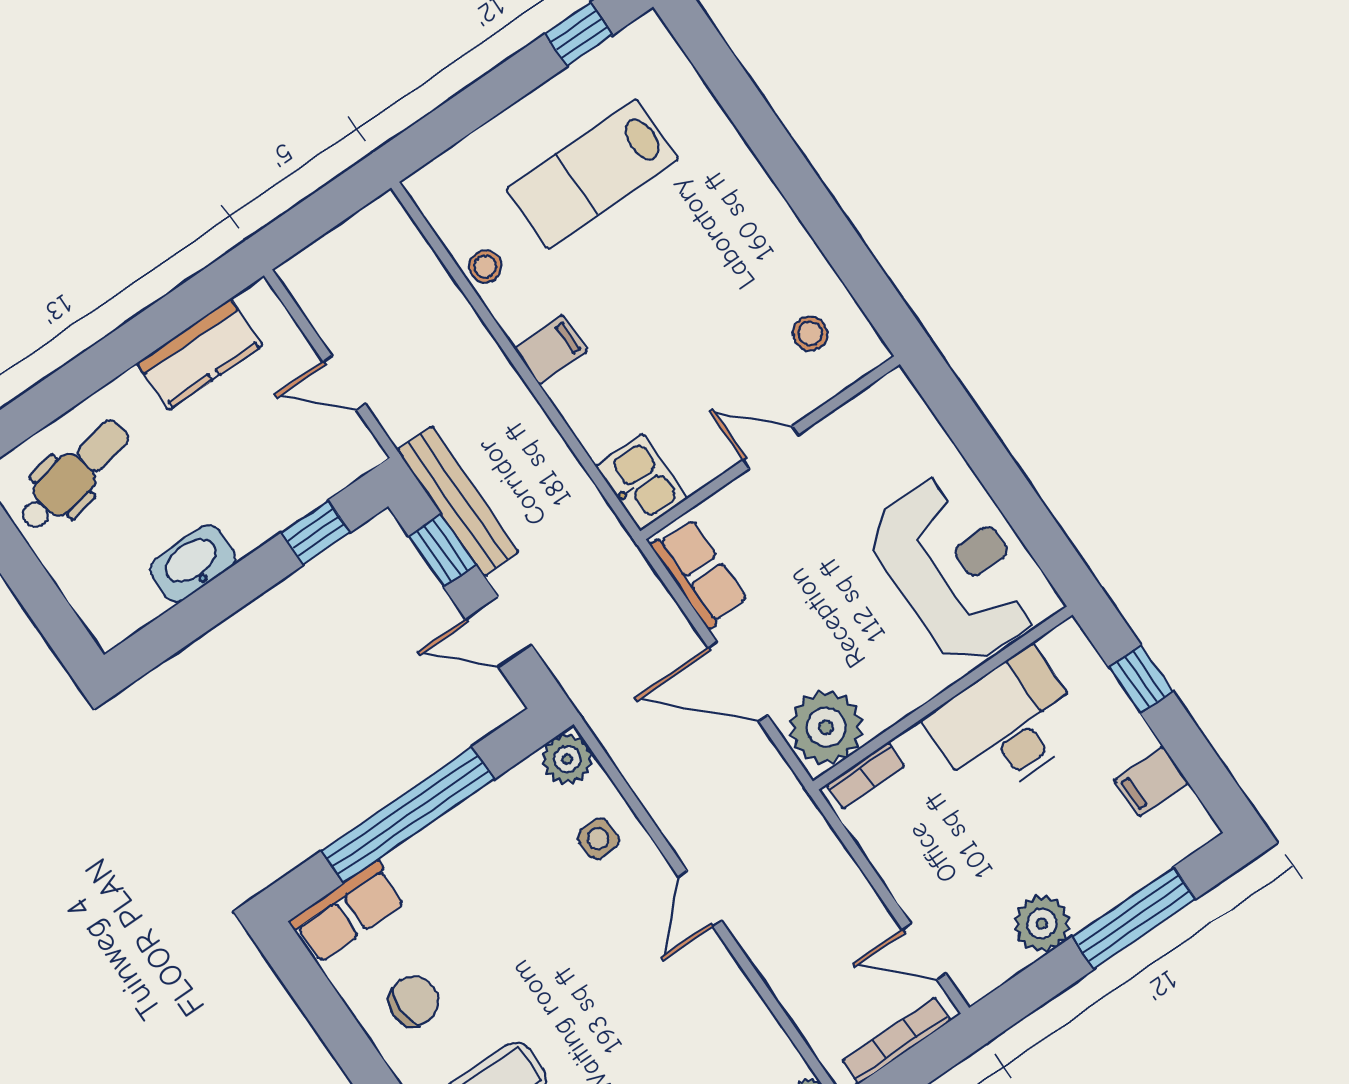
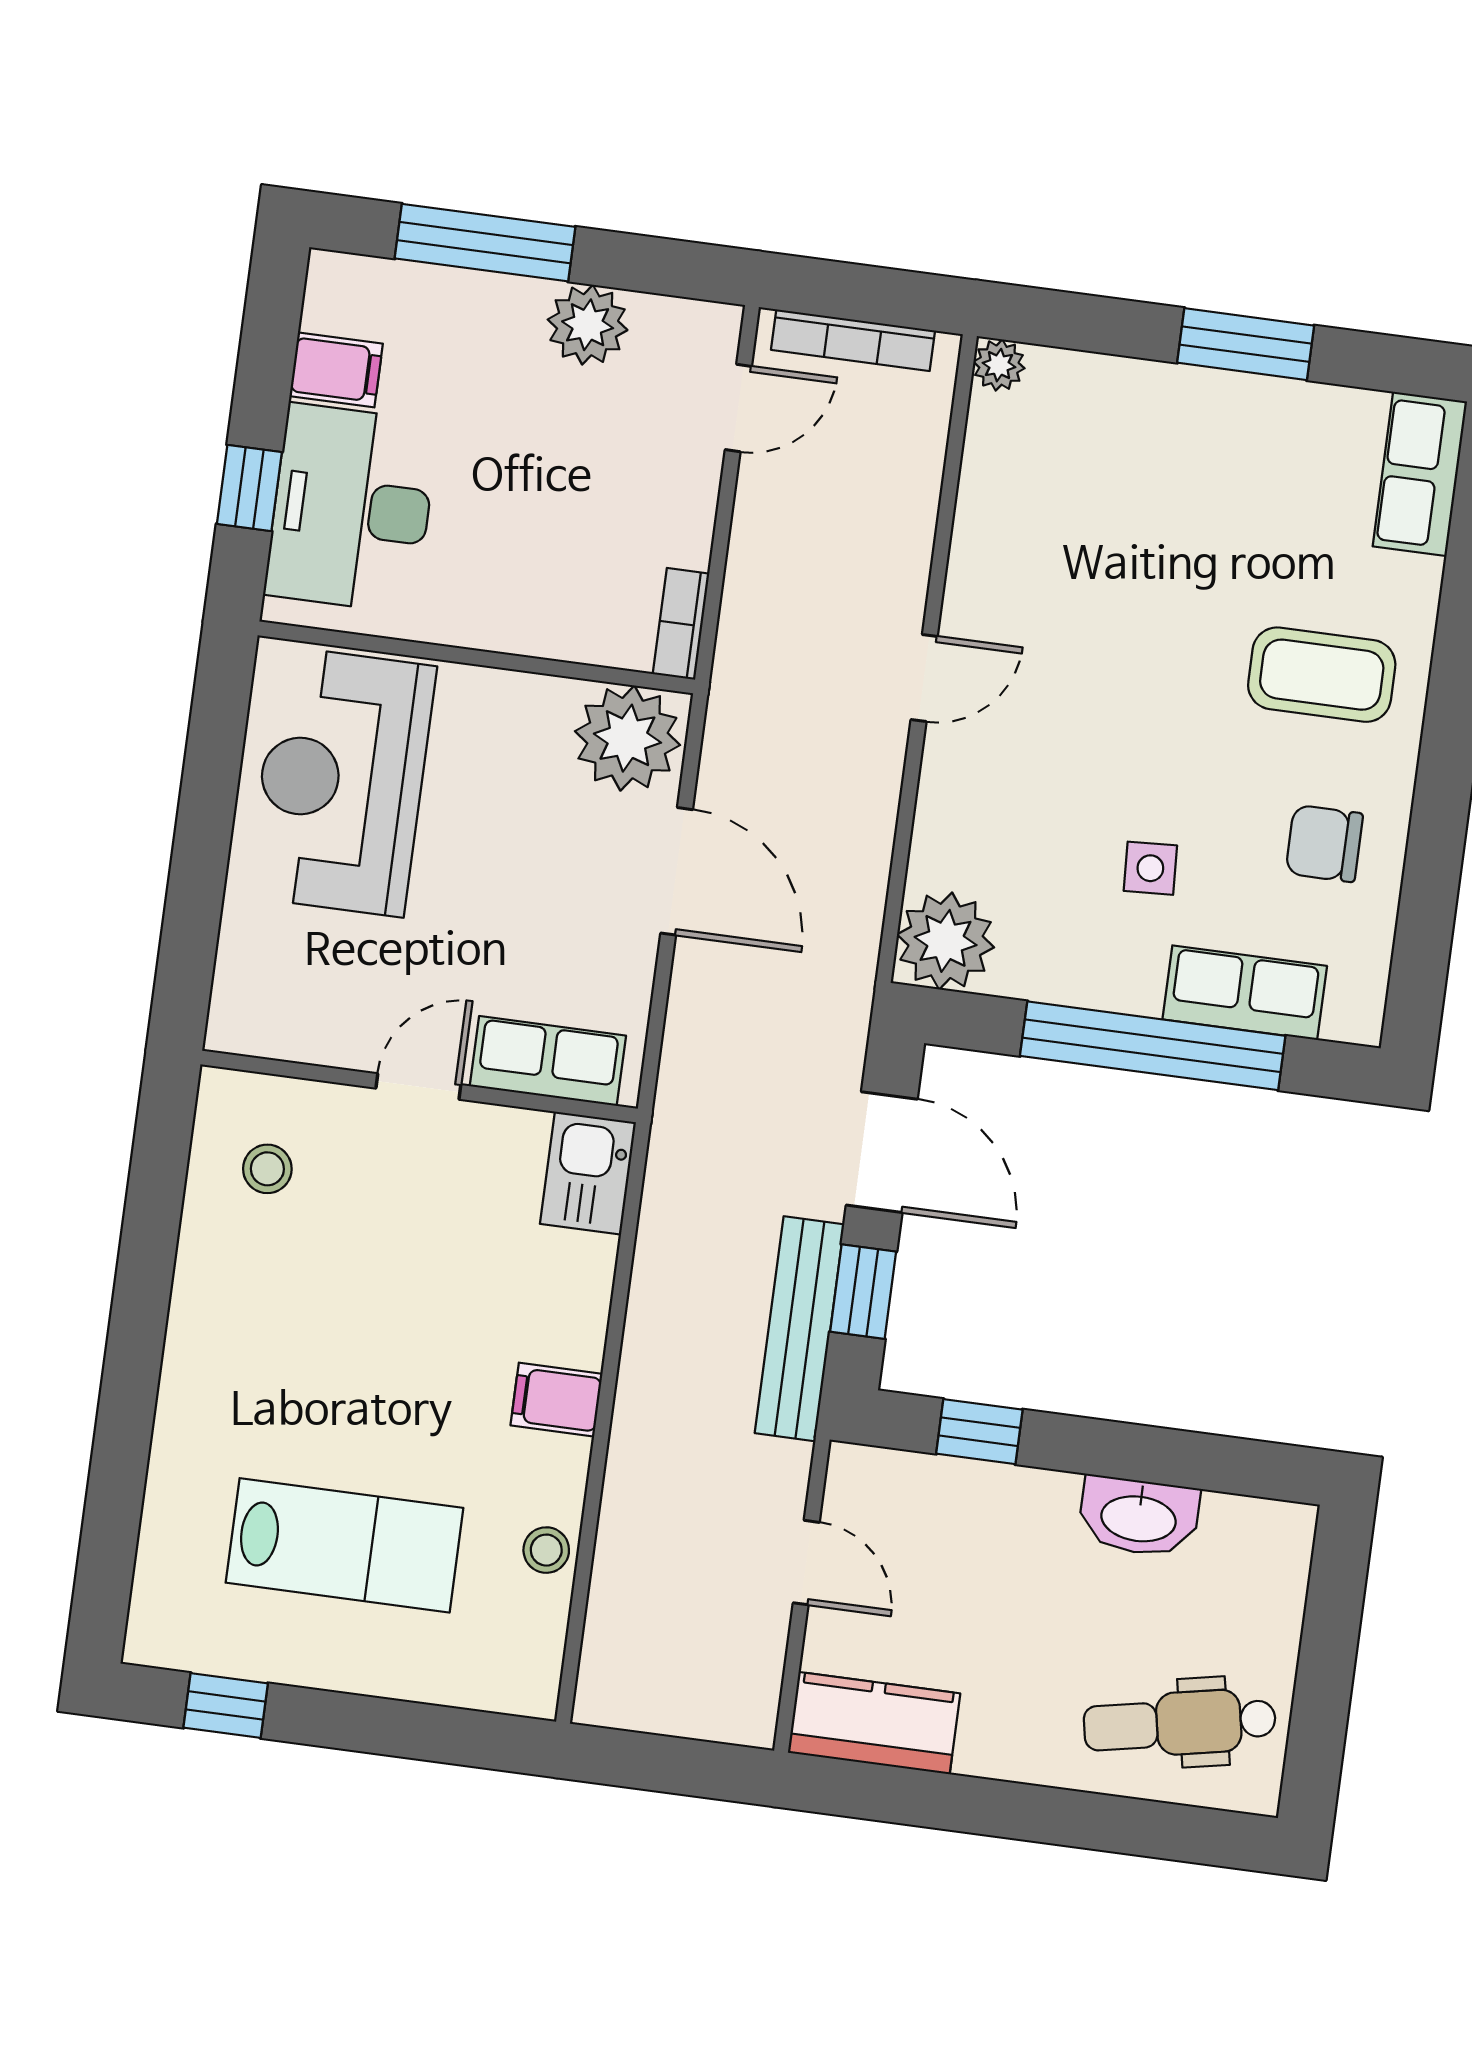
kitchen counter: (200, 354) -> (874, 1723), moved
door: (770, 447) -> (418, 1086), swing flipped
row of seats: (699, 573) -> (548, 1061), moved, turned 90
door: (498, 632) -> (882, 1152), width x1.37
desk: (1006, 725) -> (352, 508), moved, turned 90
plant: (567, 759) -> (946, 941), width x1.36, depth x1.36
bookcase: (865, 775) -> (681, 624), moved, turned -90
side table: (598, 839) -> (1150, 868), moved
row of seats: (348, 912) -> (1245, 993), moved
door: (924, 951) -> (738, 408), hinge flipped

